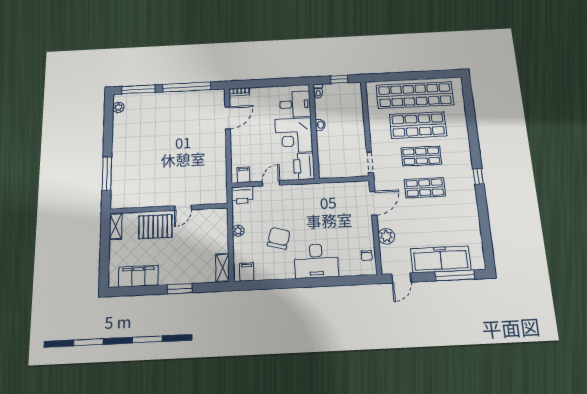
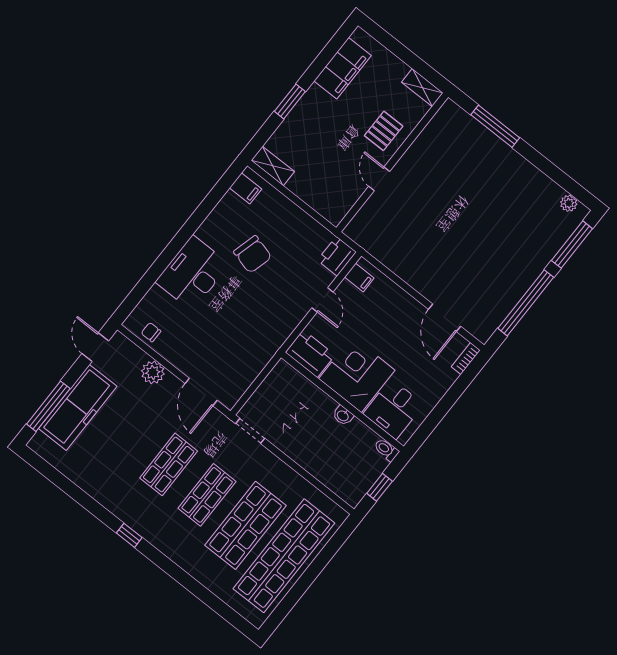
pallet: (155, 227) -> (384, 131), width x0.67, depth x0.71
plant: (238, 231) -> (300, 217), removed

